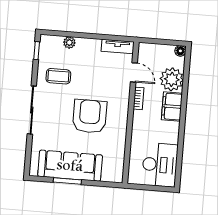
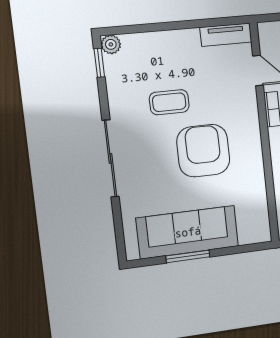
plant: (69, 43) -> (111, 44), moved
coffee table: (58, 76) -> (169, 102), moved

